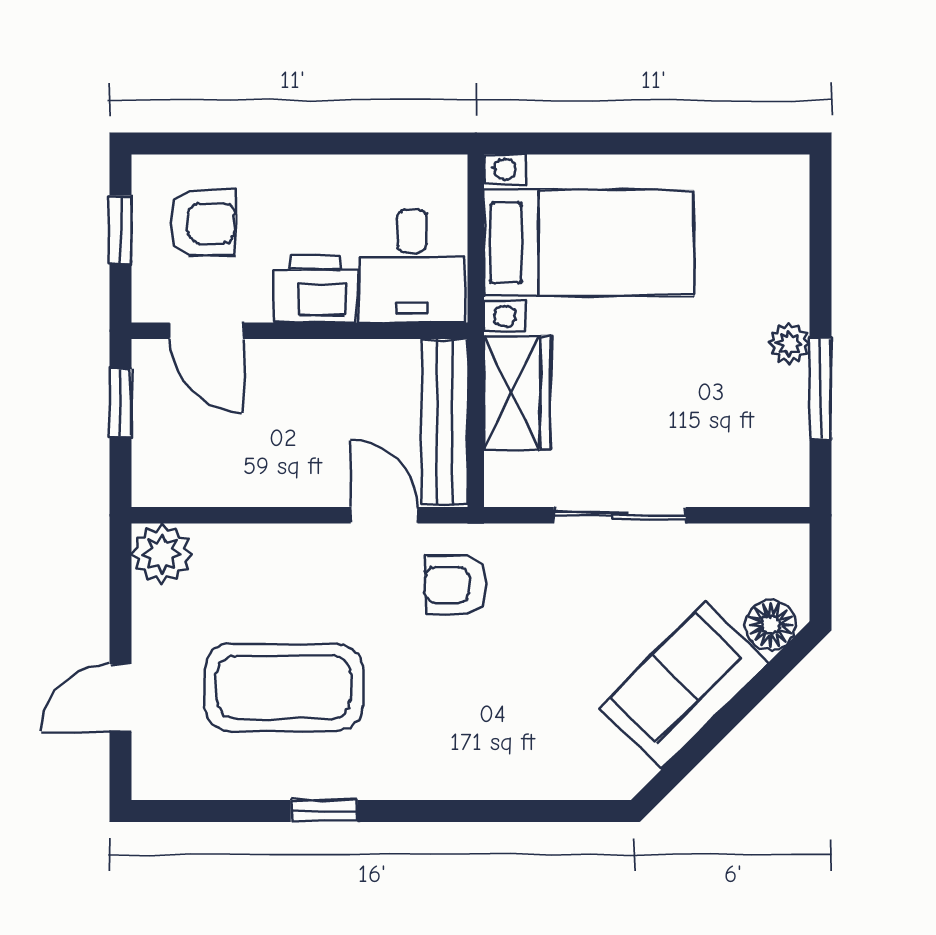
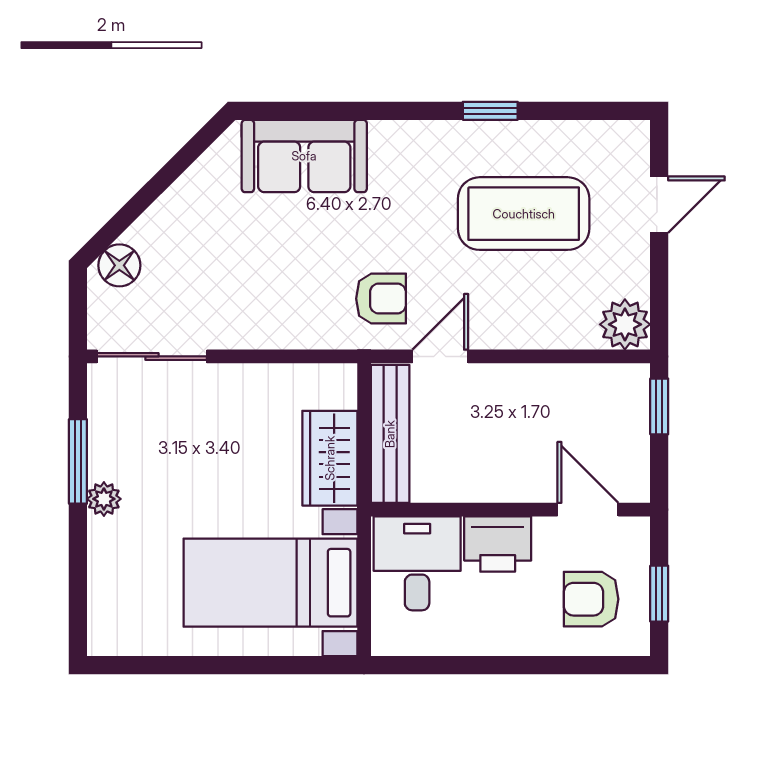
window: (120, 403) -> (659, 406), moved
door: (384, 515) -> (440, 356), swing flipped
sliding door: (620, 515) -> (152, 356), moved
sofa: (683, 686) -> (304, 156), moved, turned 45

